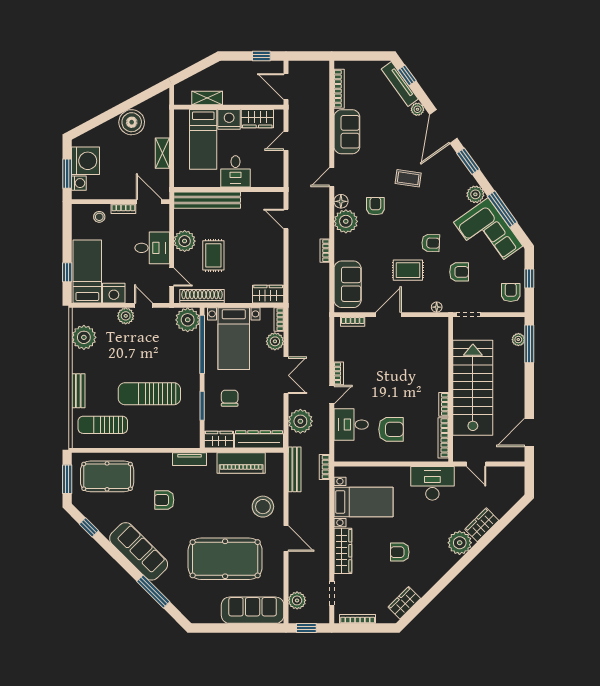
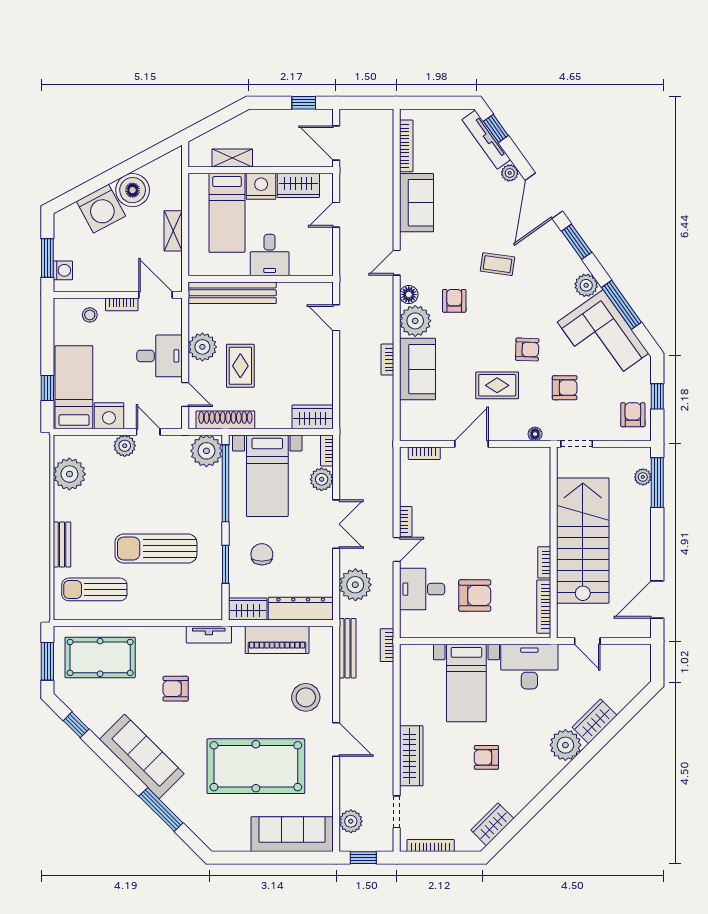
washing machine: (85, 161) -> (101, 209), moved, turned 62
sofa: (348, 284) -> (417, 369), moved
bed with nightstands: (363, 502) -> (466, 683), moved, turned 90

